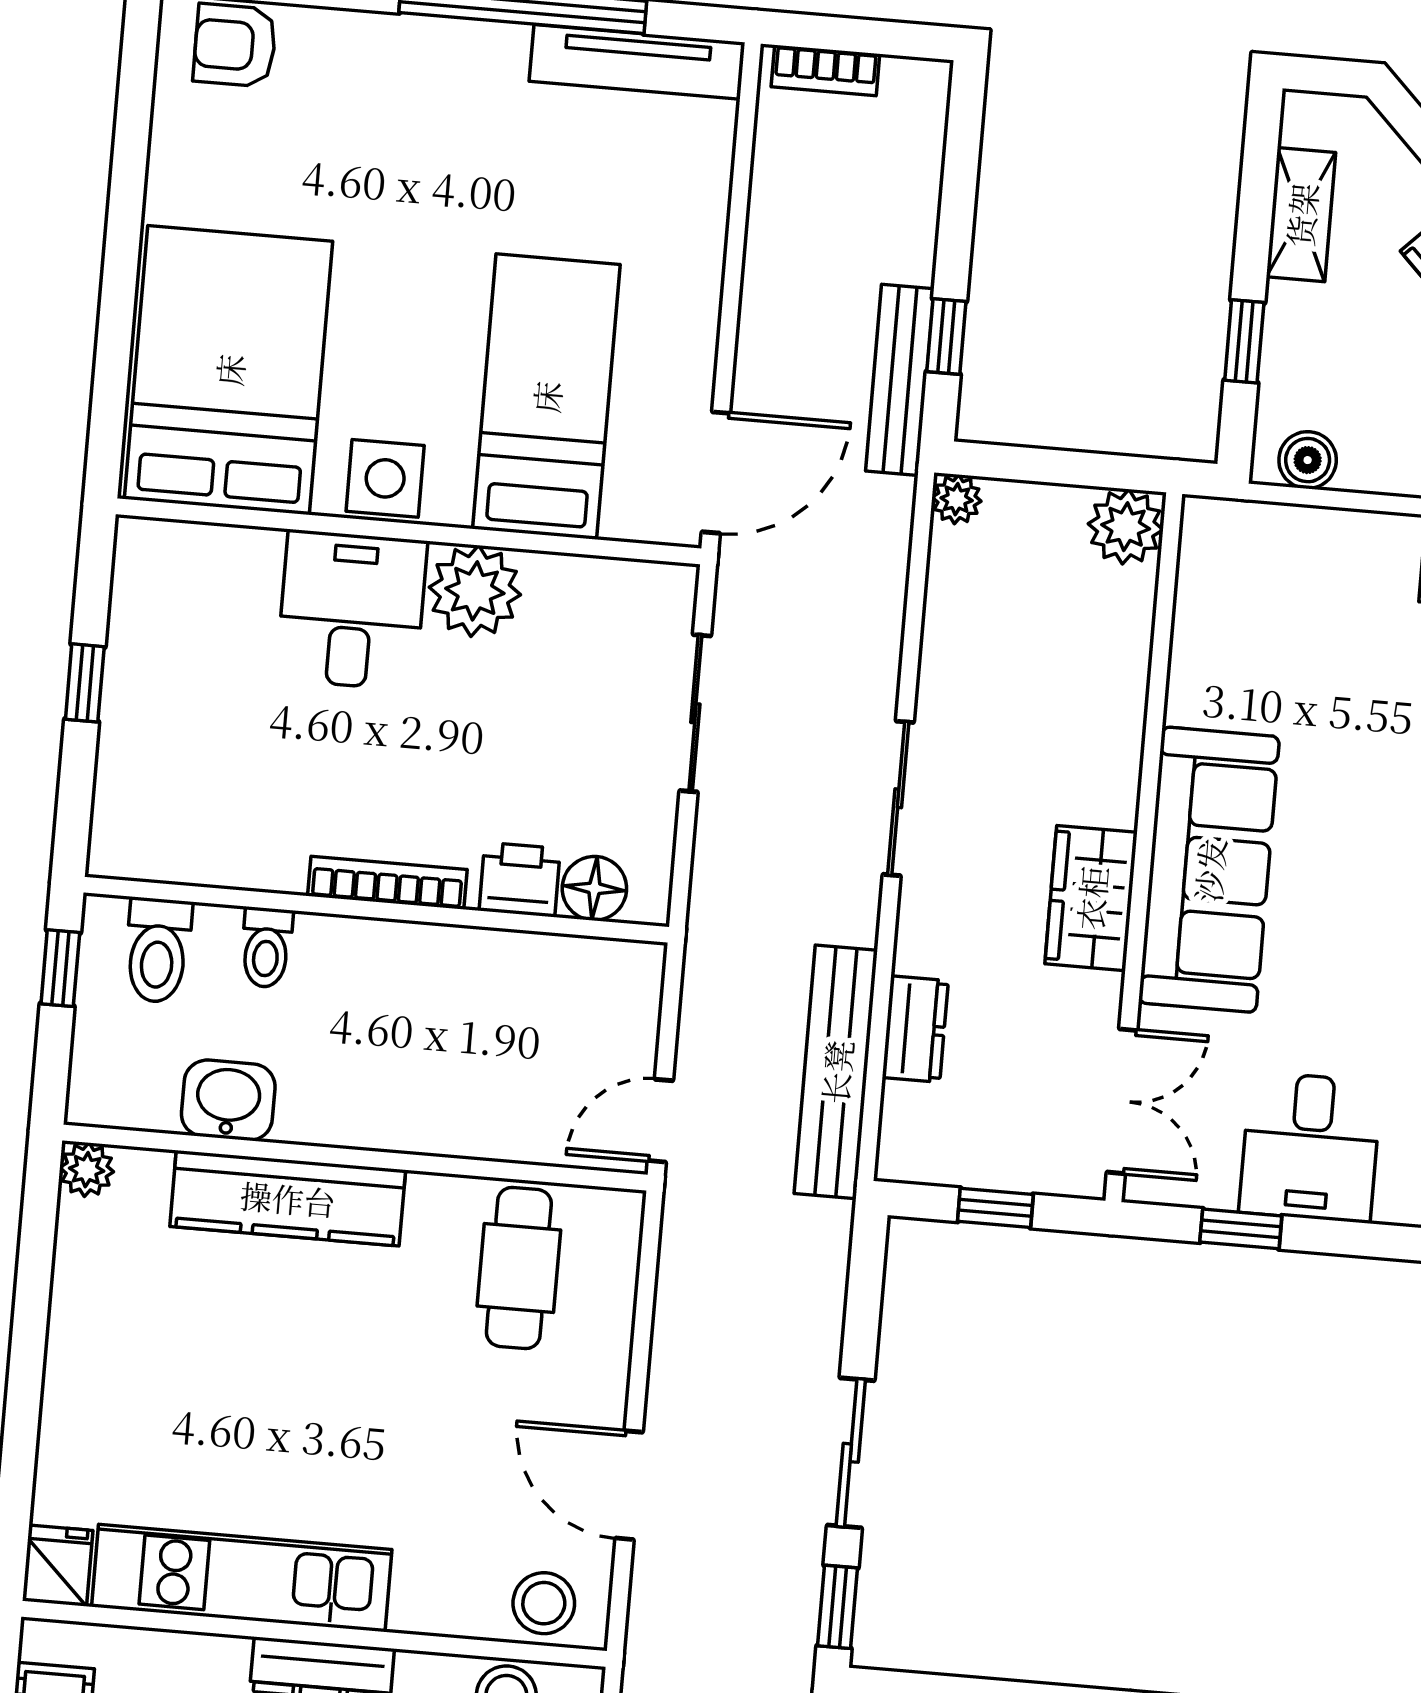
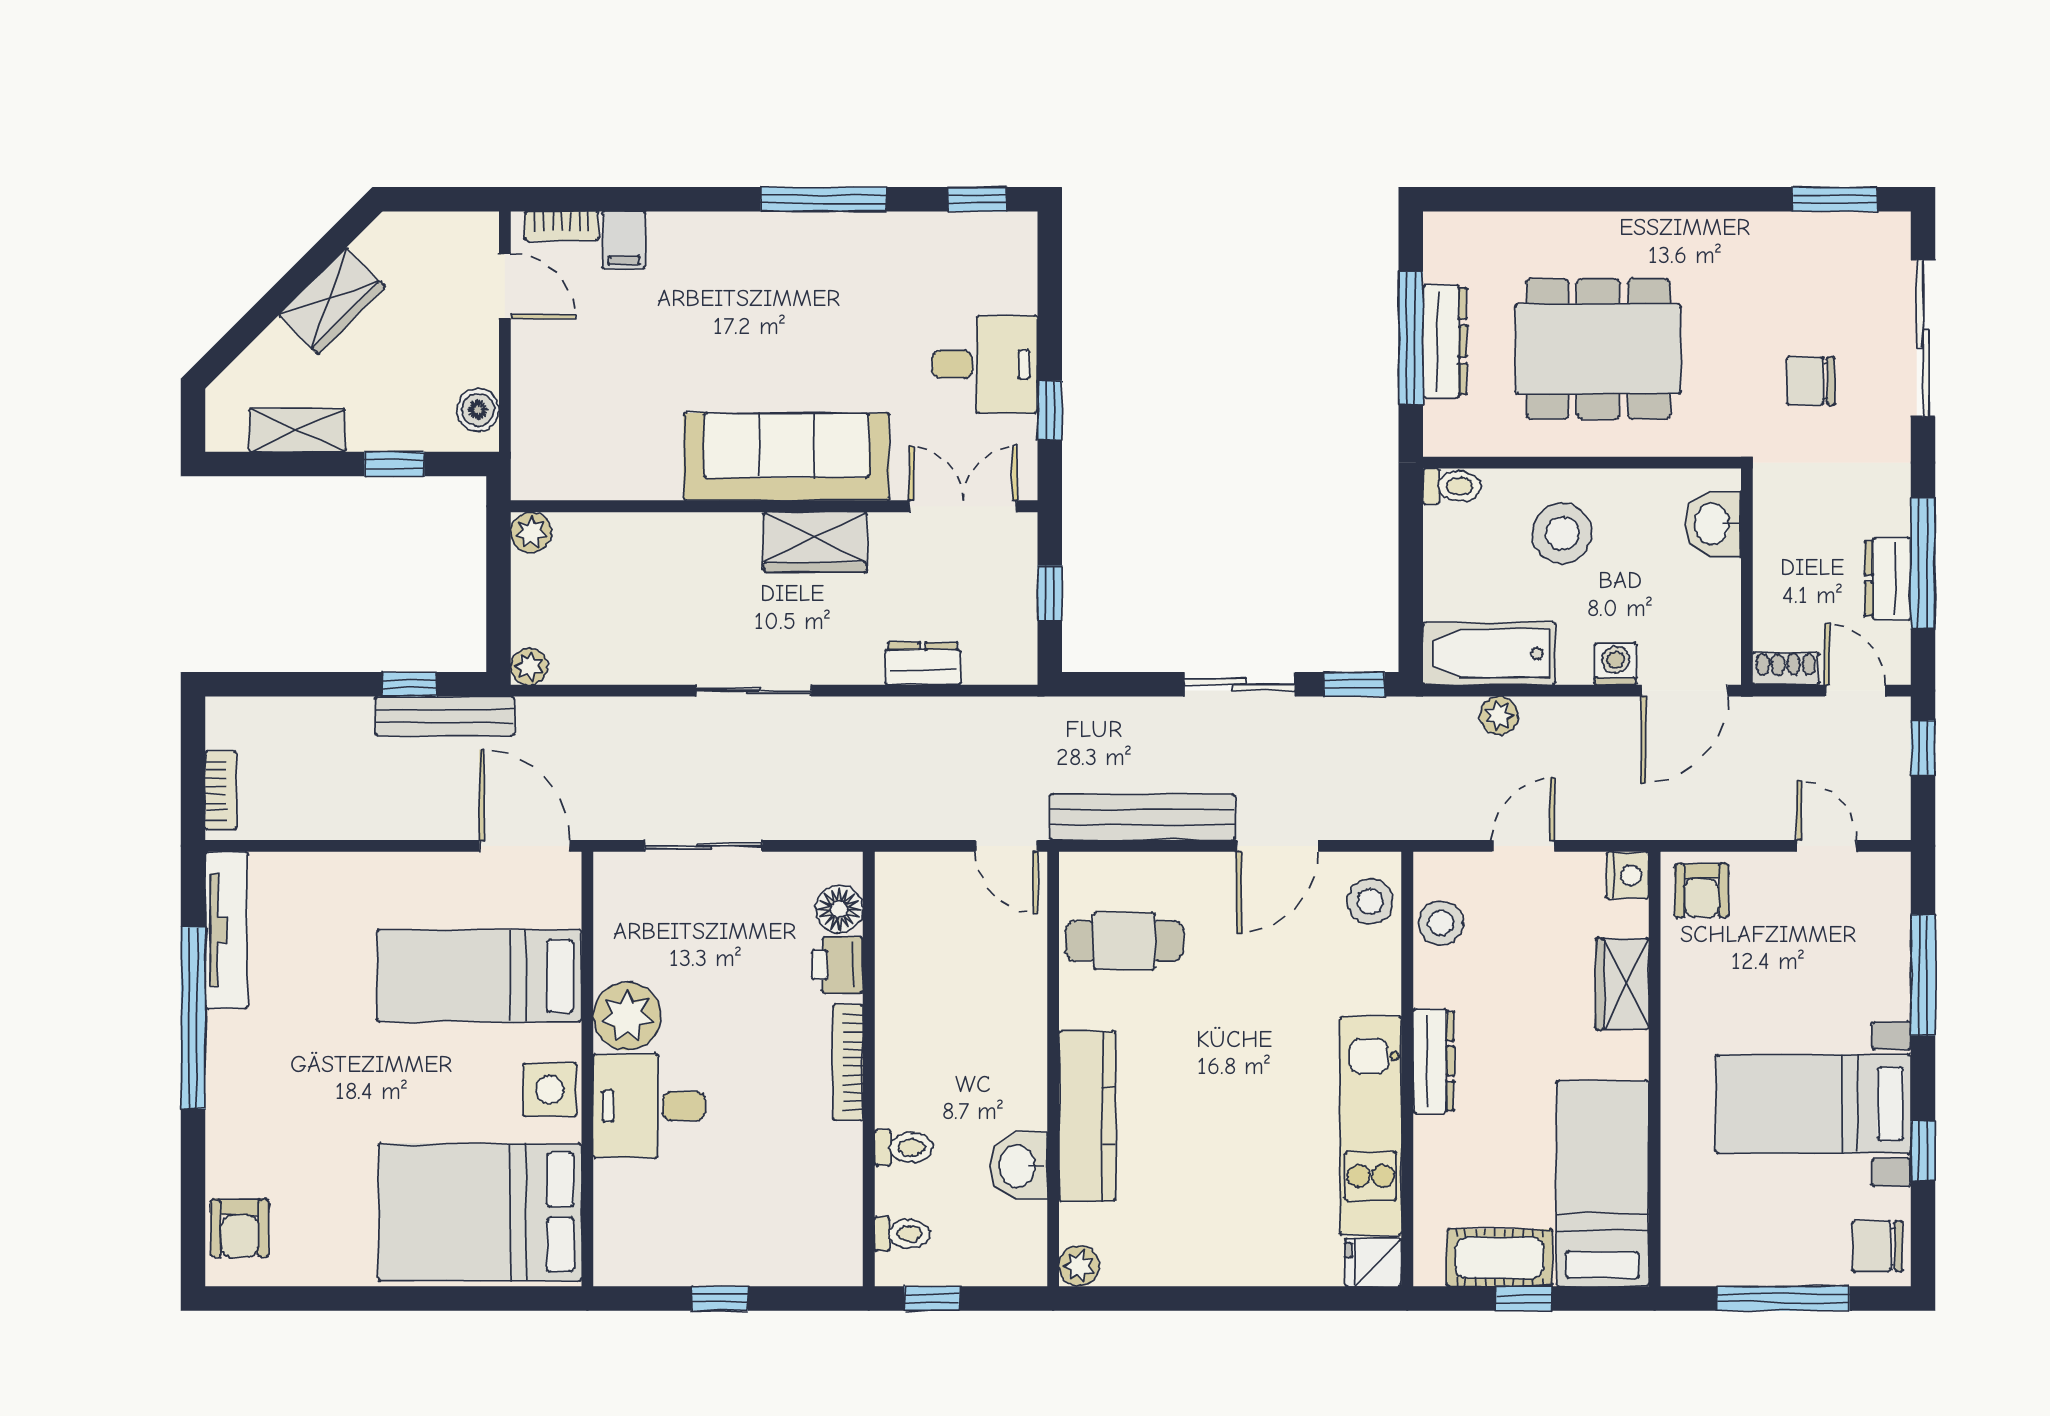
plant: (1126, 527) -> (531, 532), width x0.73, depth x0.73
toilet: (158, 950) -> (902, 1234), width x0.73, depth x0.72
bench: (836, 1072) -> (1142, 817), moved

